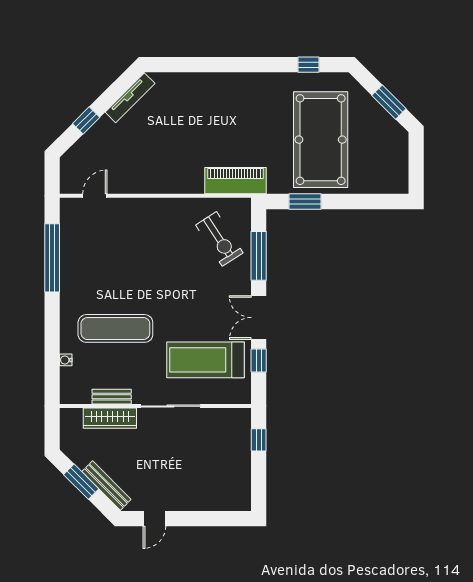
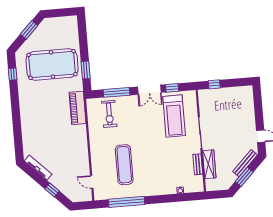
exercise bike: (219, 239) -> (109, 114), turned 123
exercise mat: (115, 328) -> (124, 165), moved

